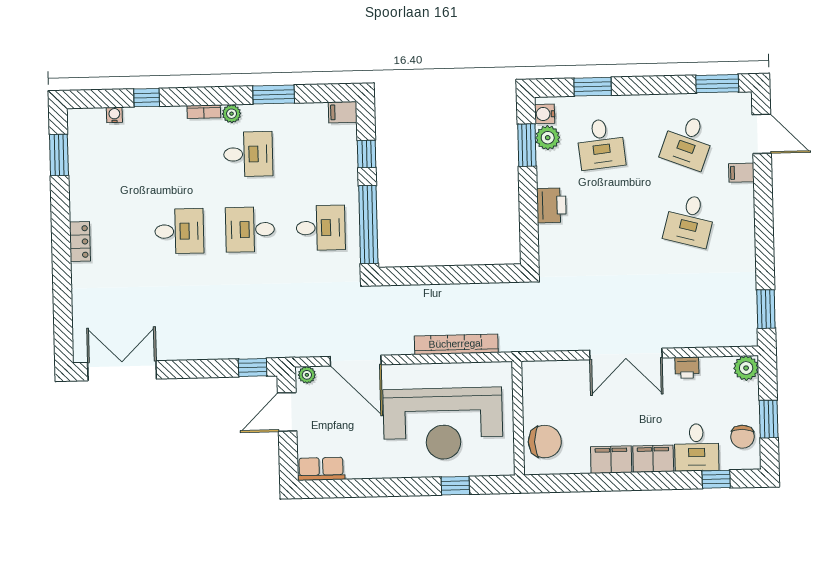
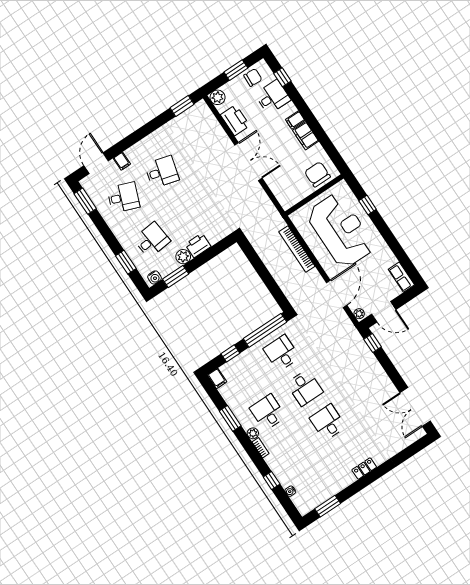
plant: (548, 138) -> (183, 257), moved
printer: (687, 368) -> (235, 120), width x1.87, depth x1.48
filing cabinet: (653, 459) -> (295, 120), width x0.50

